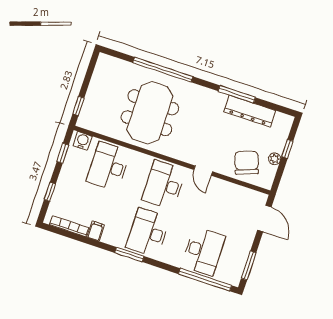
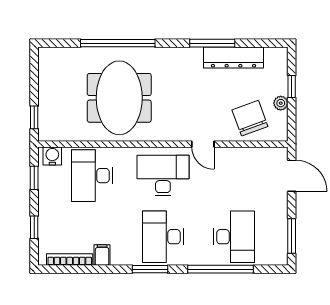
desk: (164, 185) -> (163, 176), turned 90
window: (205, 280) -> (220, 269), moved

